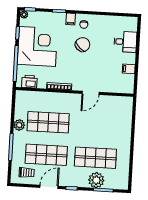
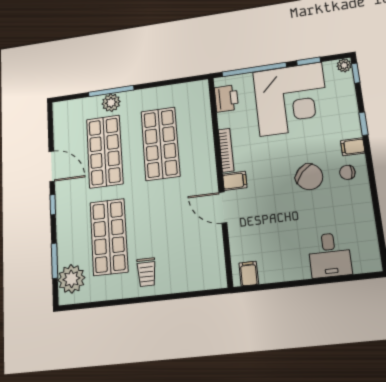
filing cabinet: (129, 69) -> (249, 274), moved
filing cabinet: (77, 84) -> (235, 181), added
plant: (19, 125) -> (111, 103), moved
trolley: (27, 173) -> (146, 272), moved
plant: (96, 180) -> (71, 279), moved

